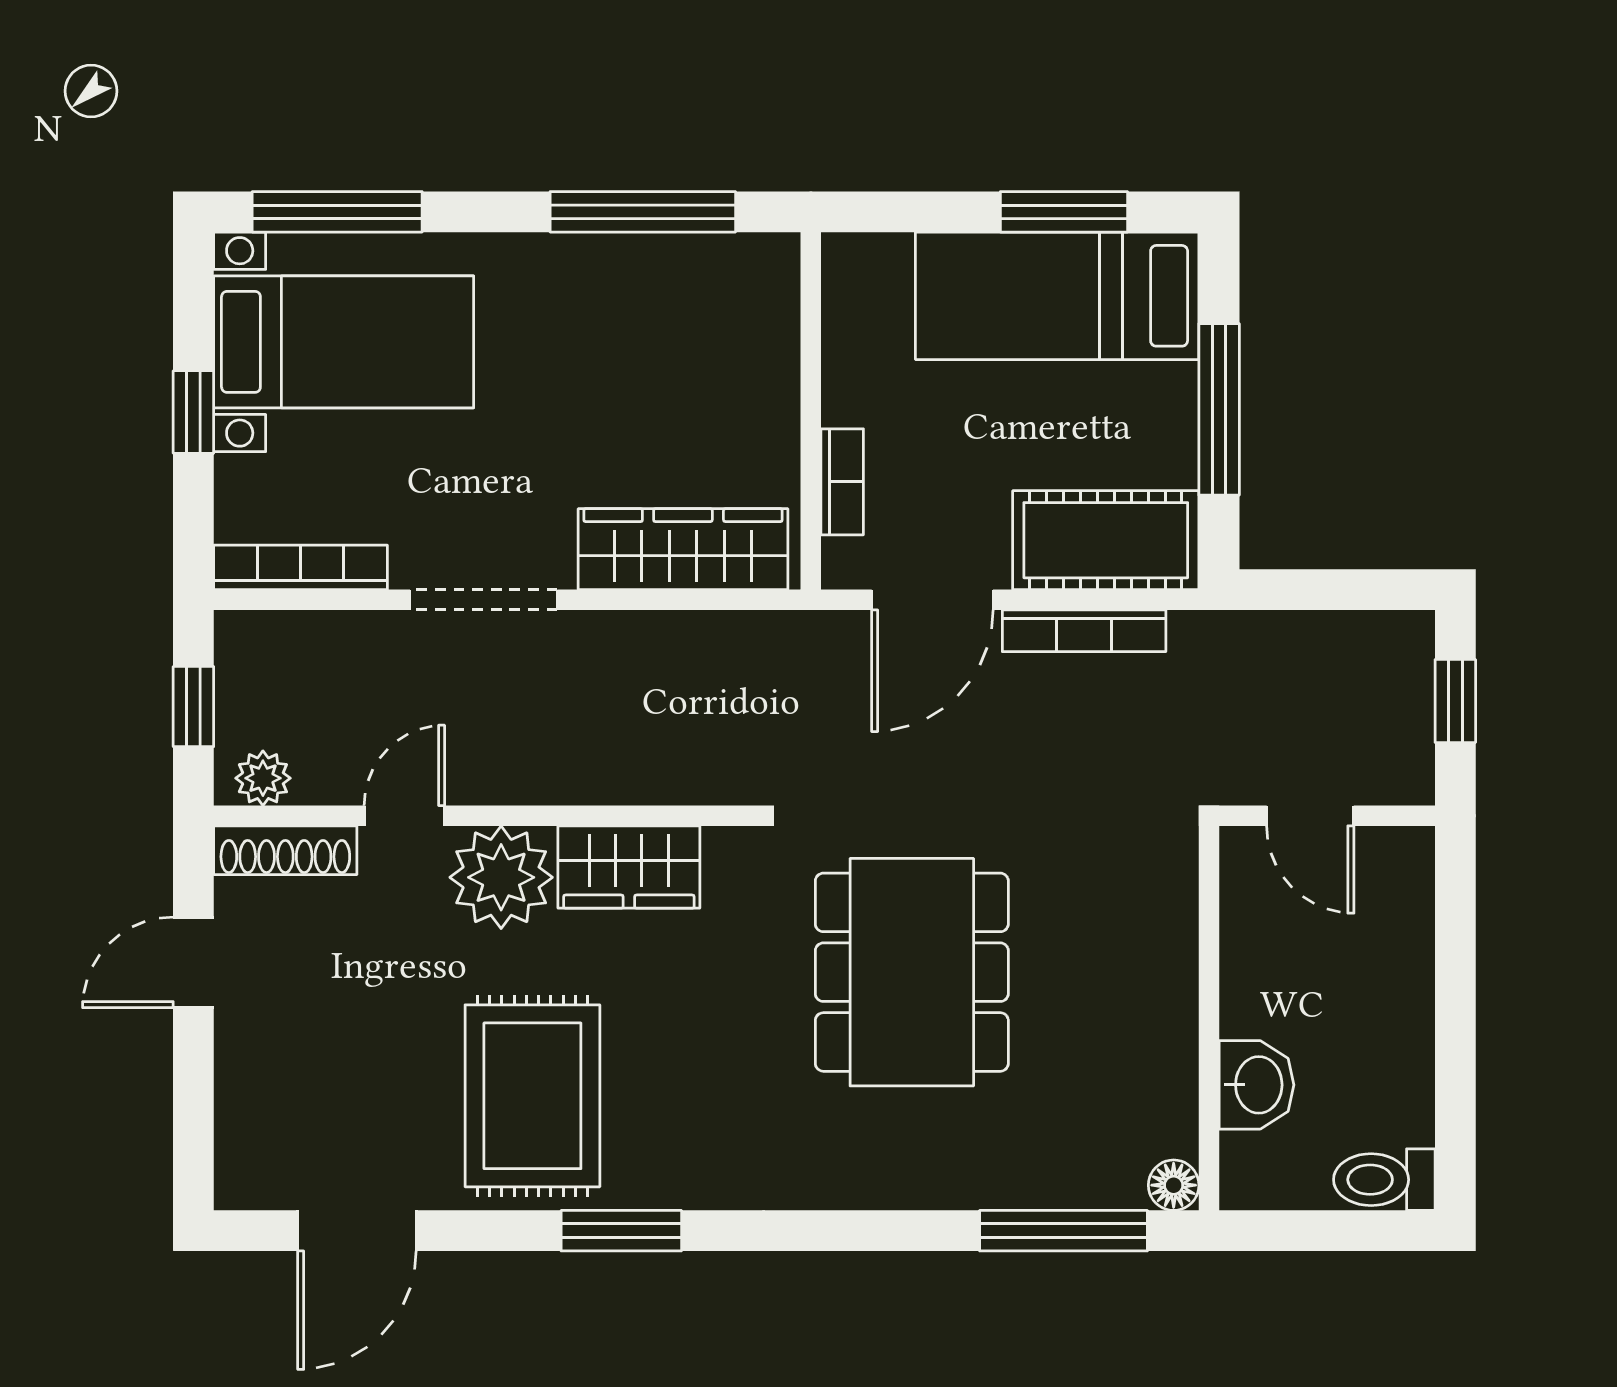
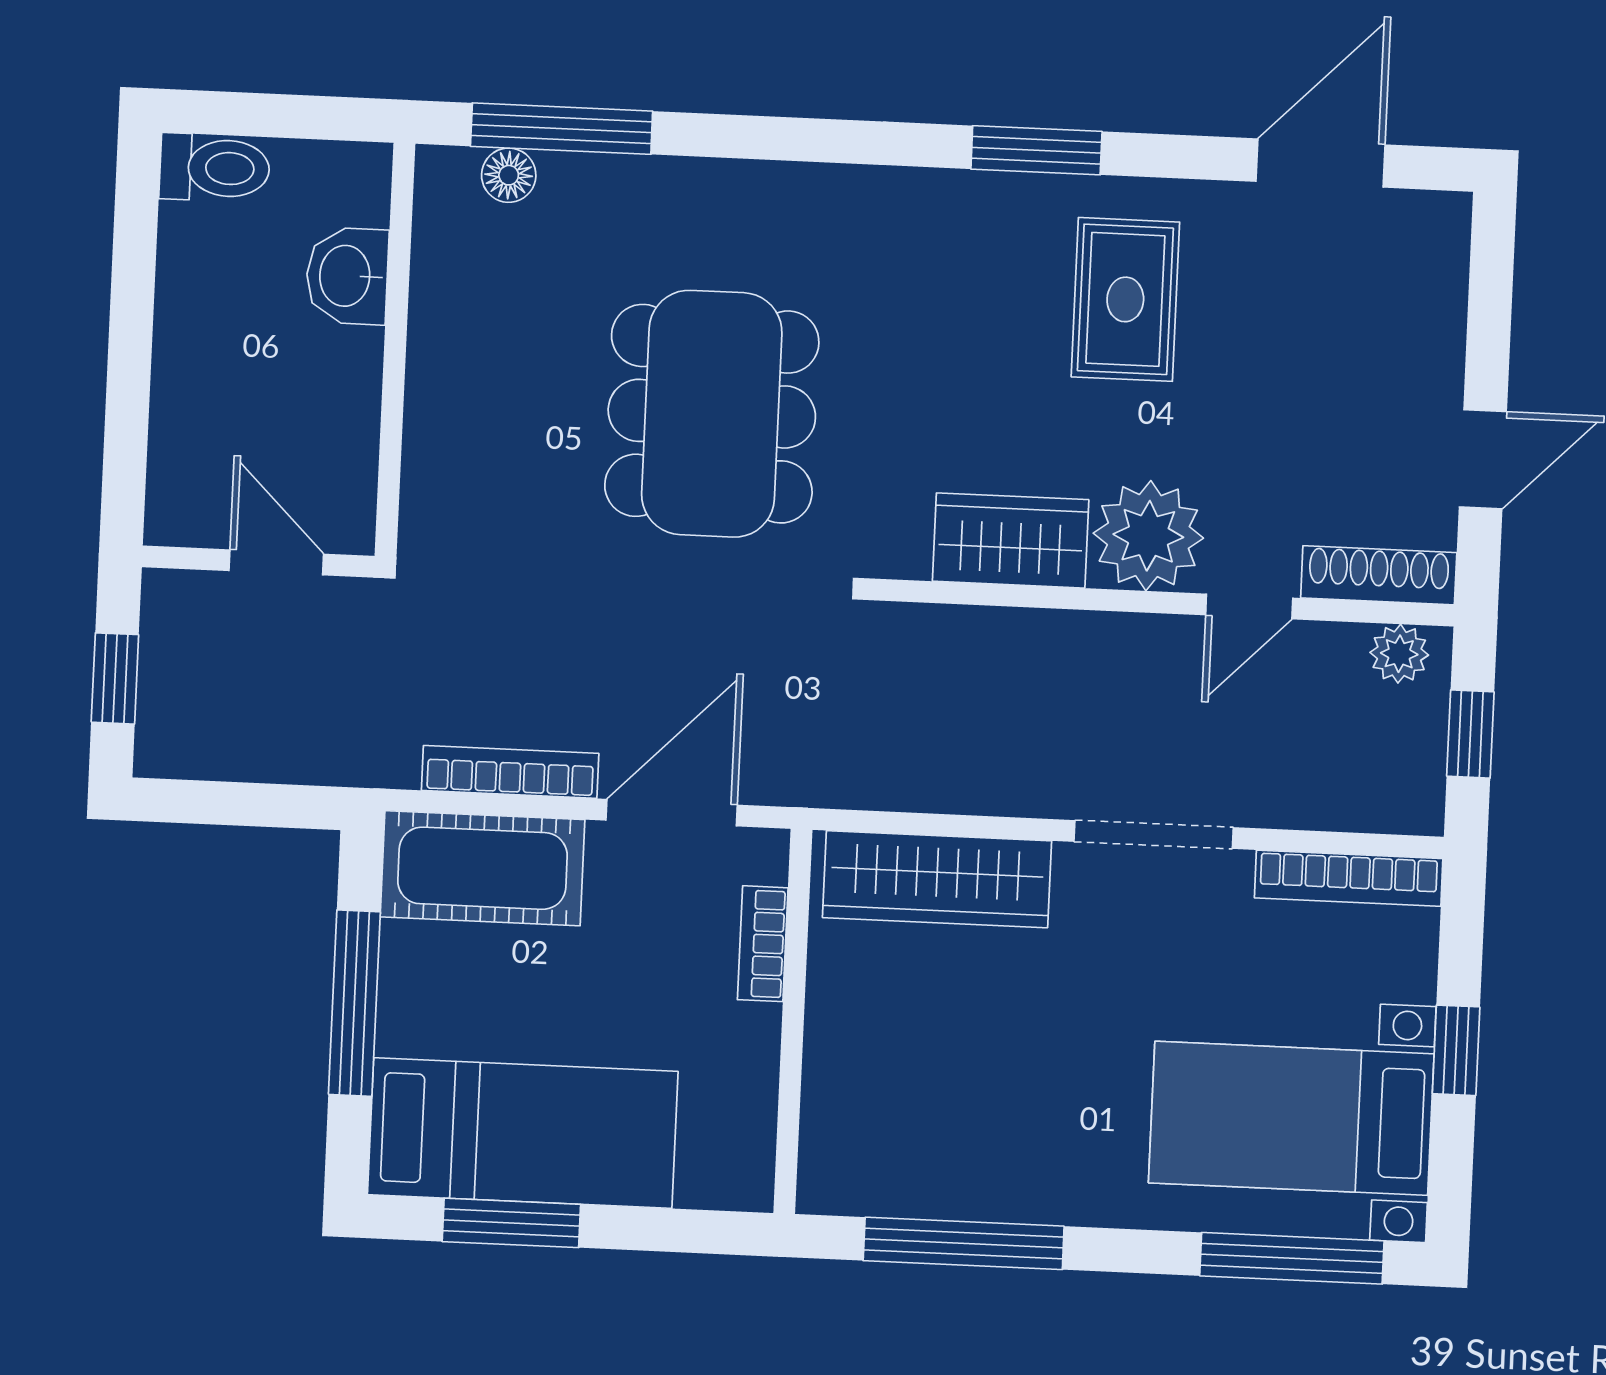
rug: (532, 1096) -> (1125, 299), width x0.73, depth x0.70
floor lamp: (1174, 1185) -> (509, 175), moved

